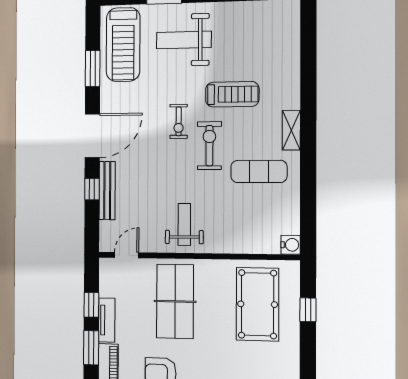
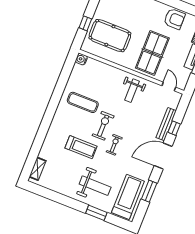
treadmill: (232, 94) -> (81, 147), turned 180
shelving: (291, 130) -> (38, 169), moved
exercise bike: (209, 146) -> (103, 126), turned 180
door: (127, 255) -> (169, 86), swing flipped
pool table: (258, 304) -> (110, 36), turned 90

